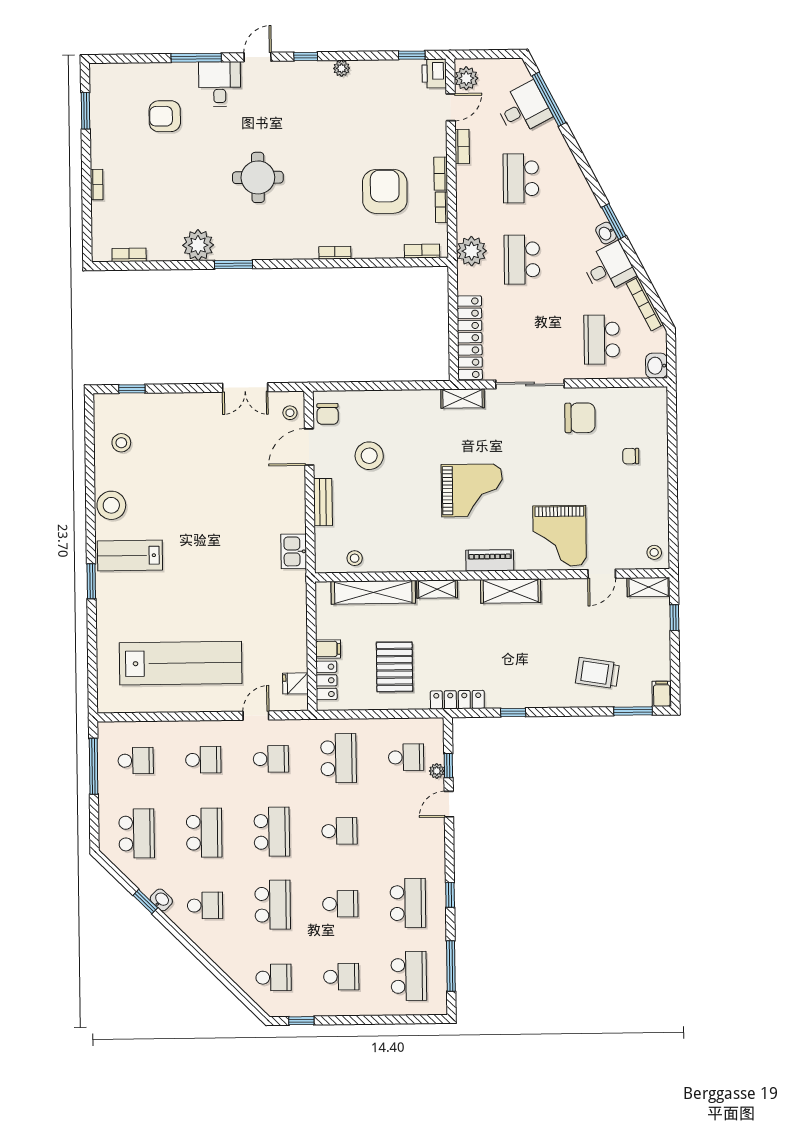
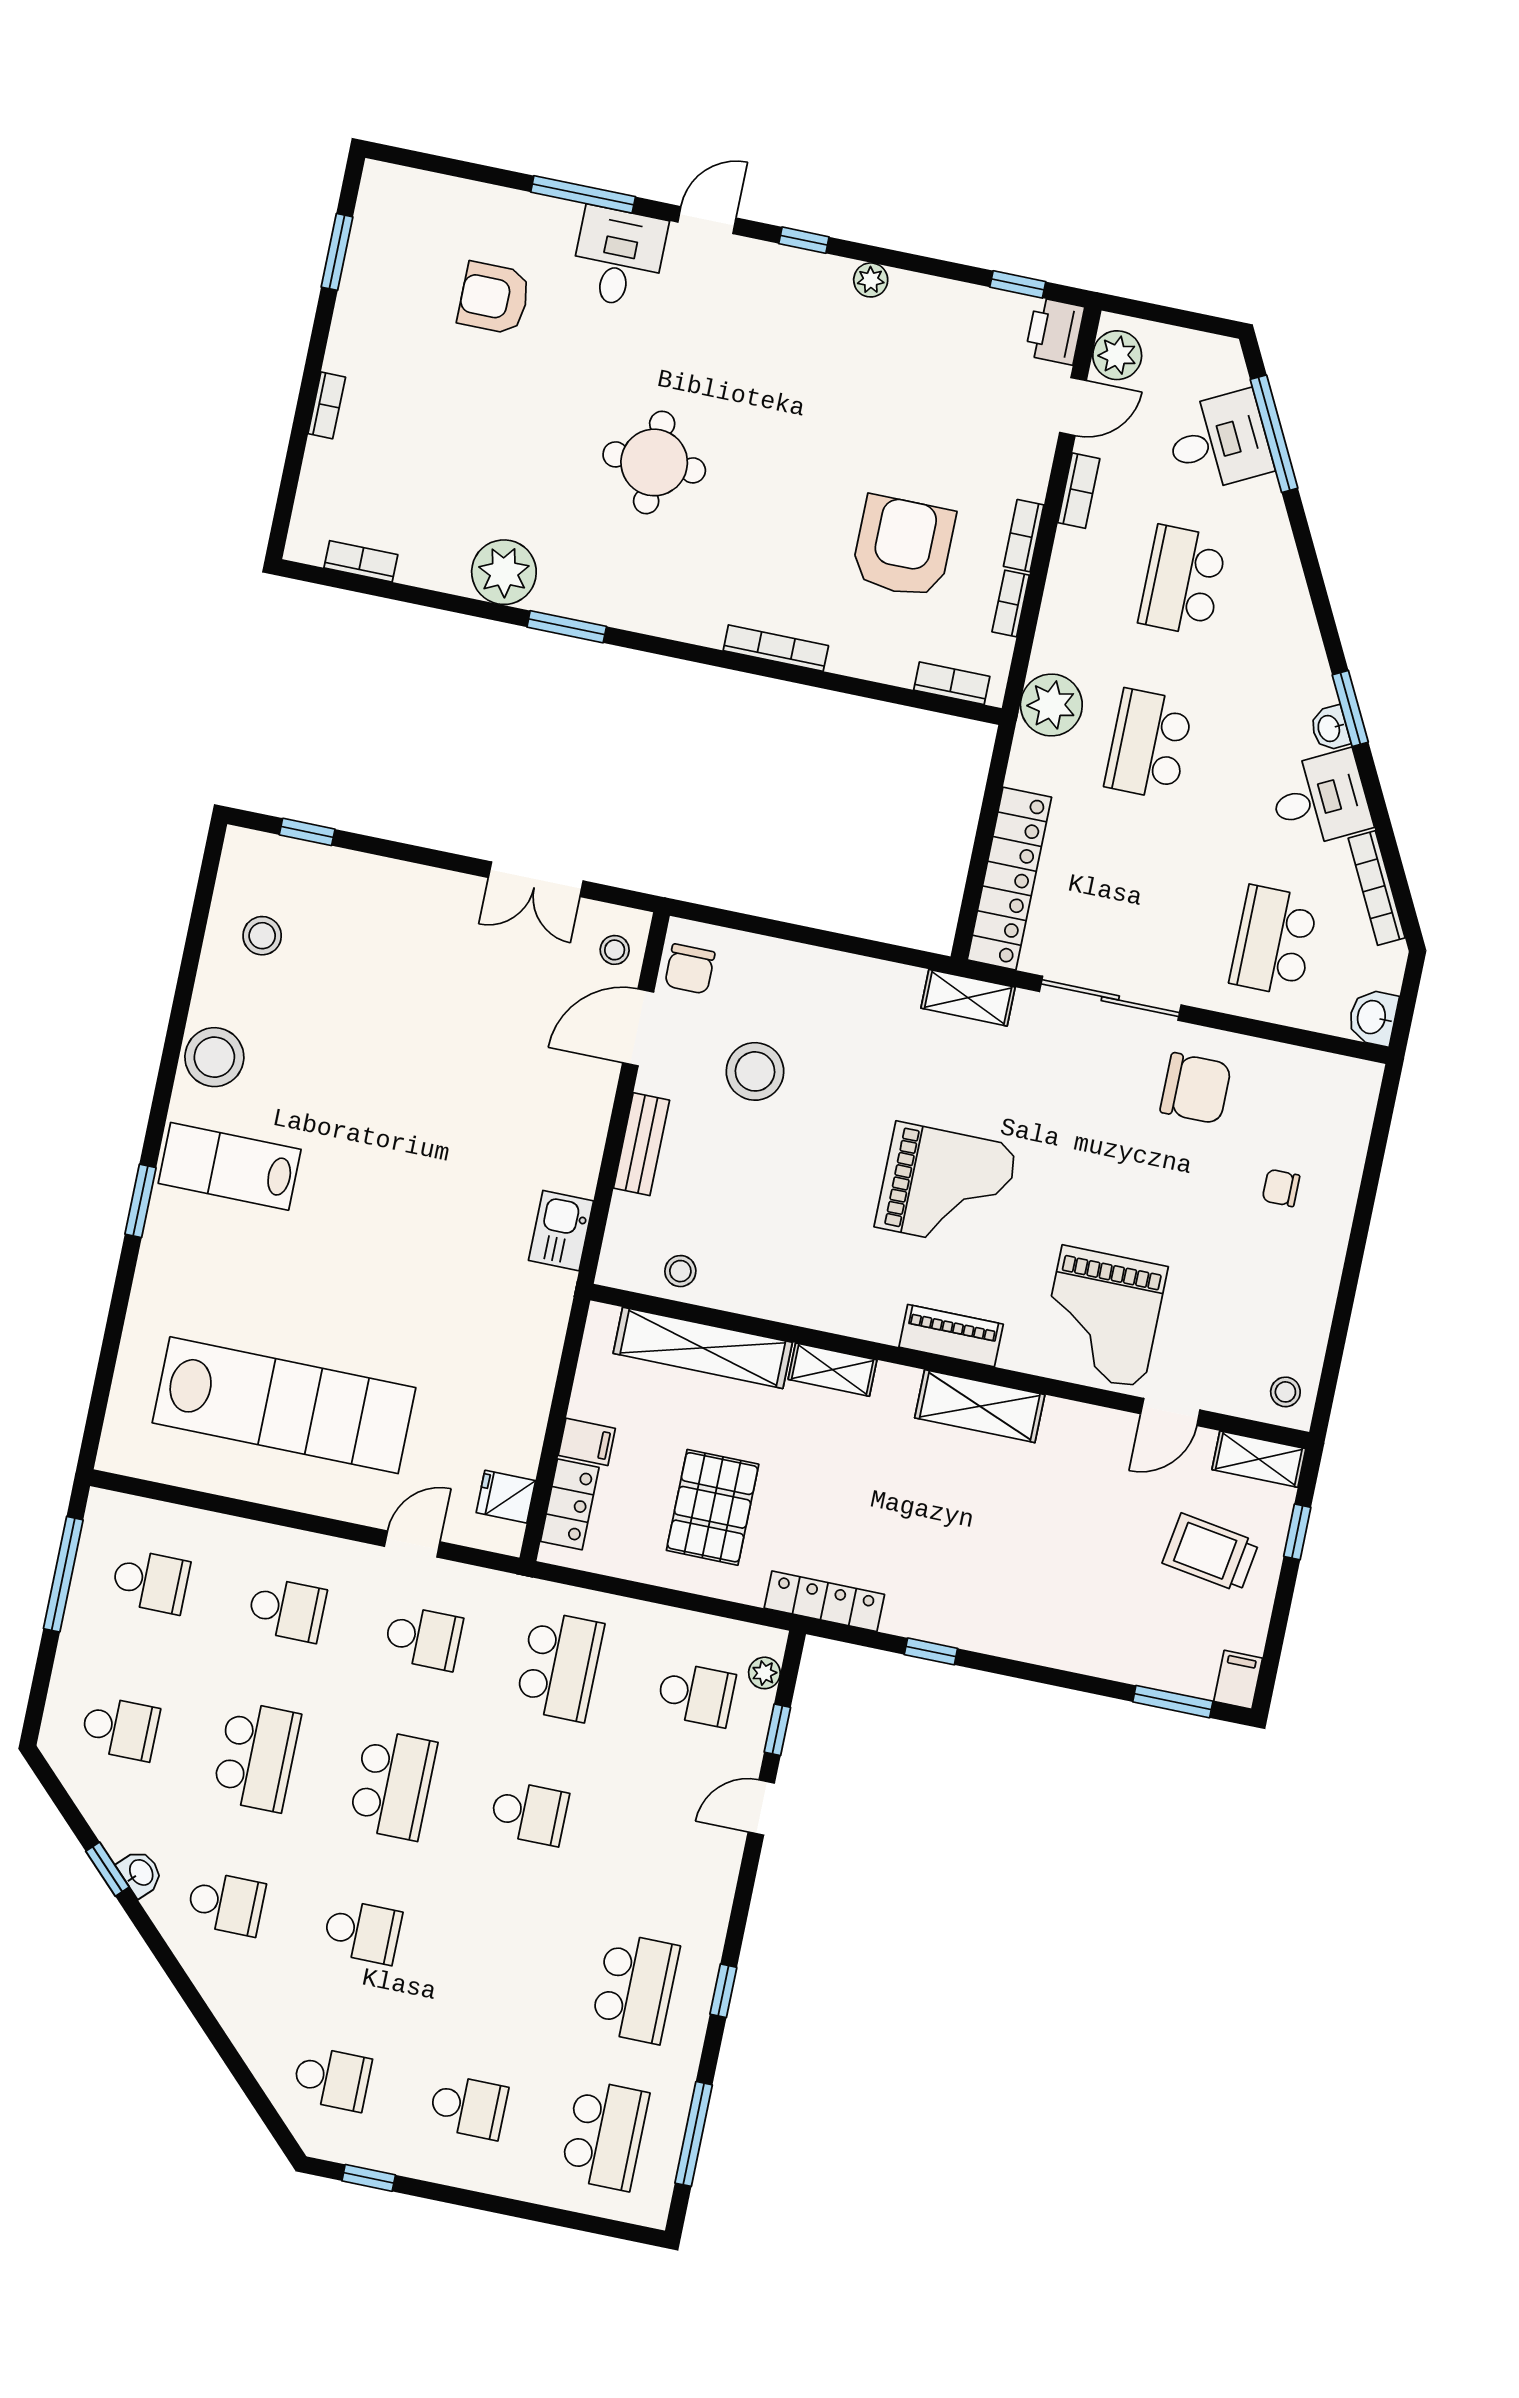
bookcase: (335, 253) -> (776, 648), width x1.56
trolley: (597, 673) -> (1211, 1553), moved
plant: (437, 771) -> (764, 1673), moved
school desk: (137, 833) -> (120, 1728), width x0.54
school desk: (340, 904) -> (499, 1960), removed
school desk: (273, 905) -> (362, 1932), width x0.54

